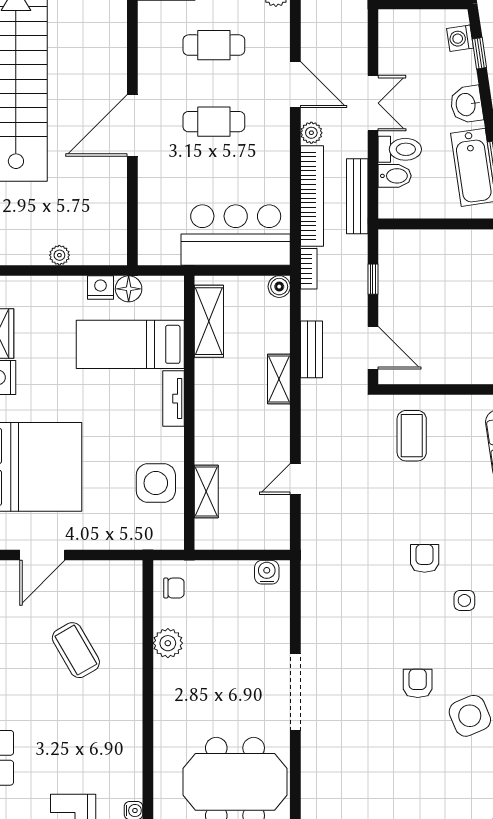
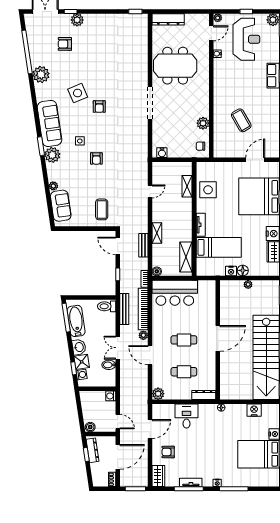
shower: (460, 69) -> (82, 362), added
toilet: (400, 149) -> (107, 306), moved
bidet: (395, 176) -> (109, 365), moved
floor lamp: (129, 289) -> (243, 270), moved

